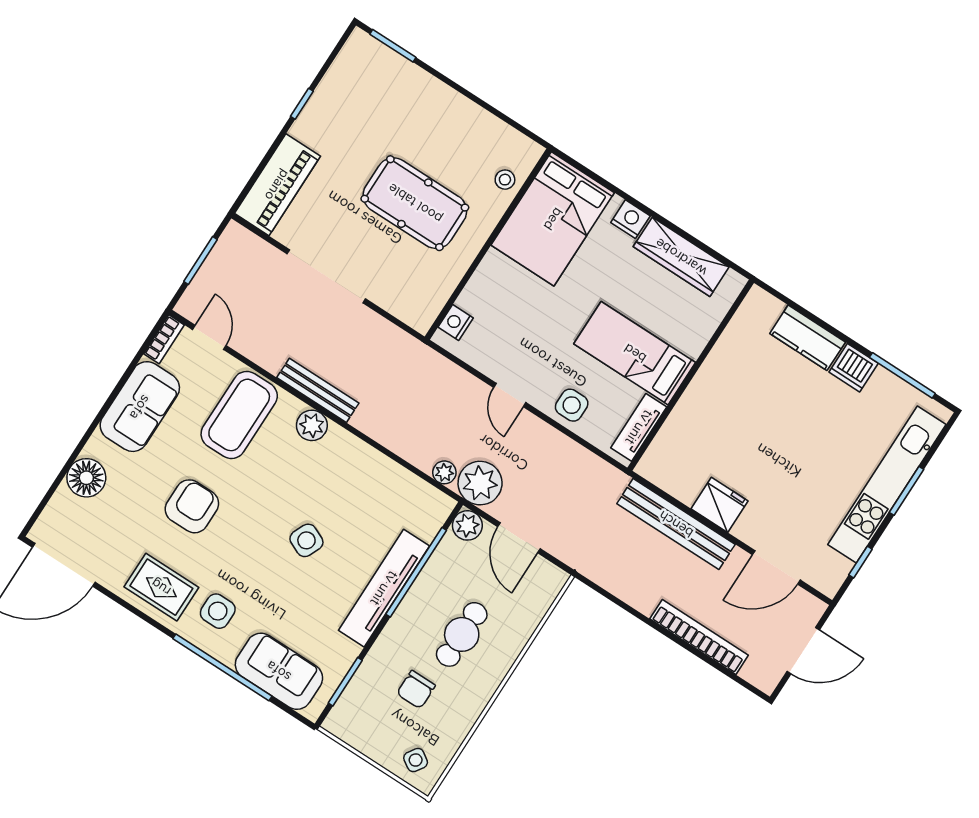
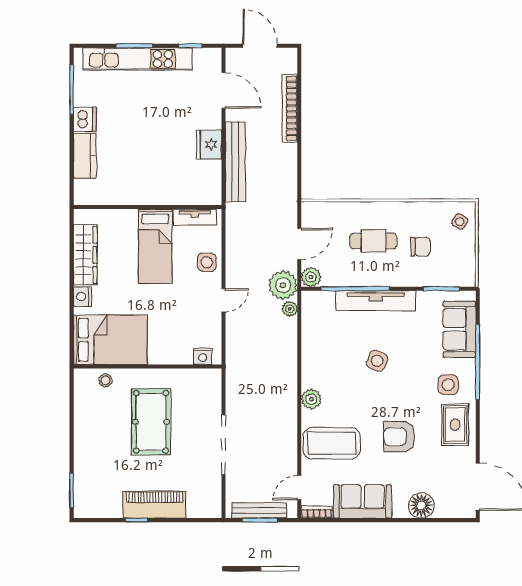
piano: (277, 185) -> (154, 505), moved
bench: (318, 390) -> (259, 511), moved, turned 90

